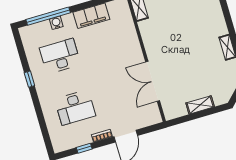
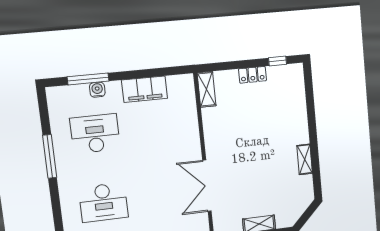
window: (48, 16) -> (88, 79), width x0.68
window: (29, 79) -> (50, 156), width x2.17

